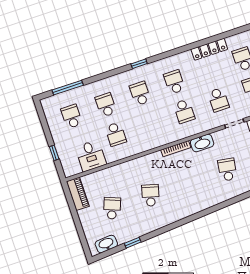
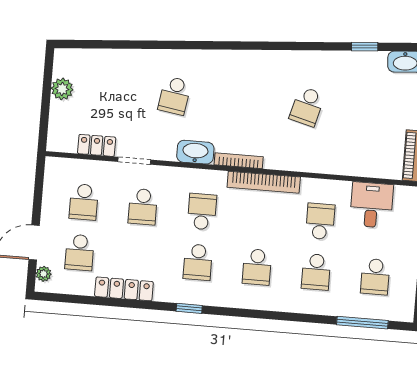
window: (139, 64) -> (189, 308), moved
school desk: (218, 100) -> (143, 207), turned 180
bookcase: (157, 143) -> (264, 182), added
school desk: (112, 208) -> (373, 112), removed

